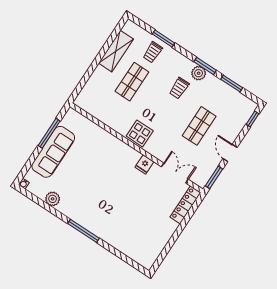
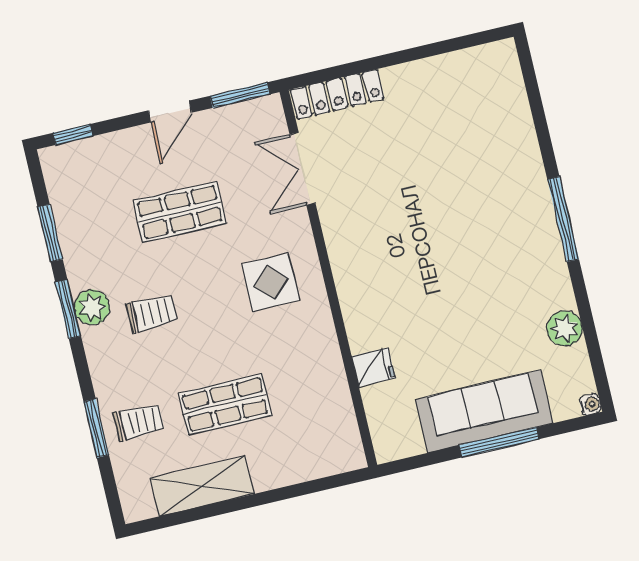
window: (49, 133) -> (499, 442), moved
display table: (140, 133) -> (271, 282), moved
fridge: (144, 164) -> (373, 367), moved

